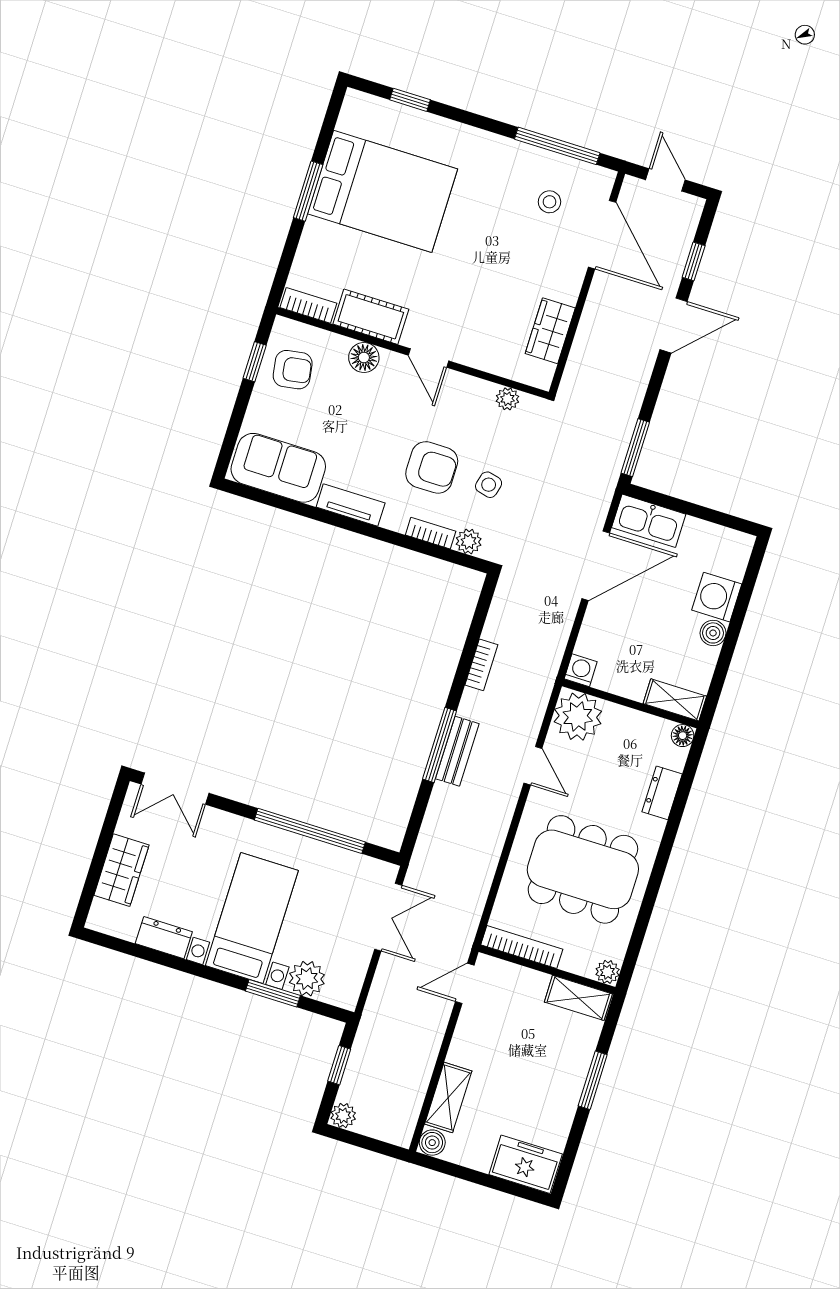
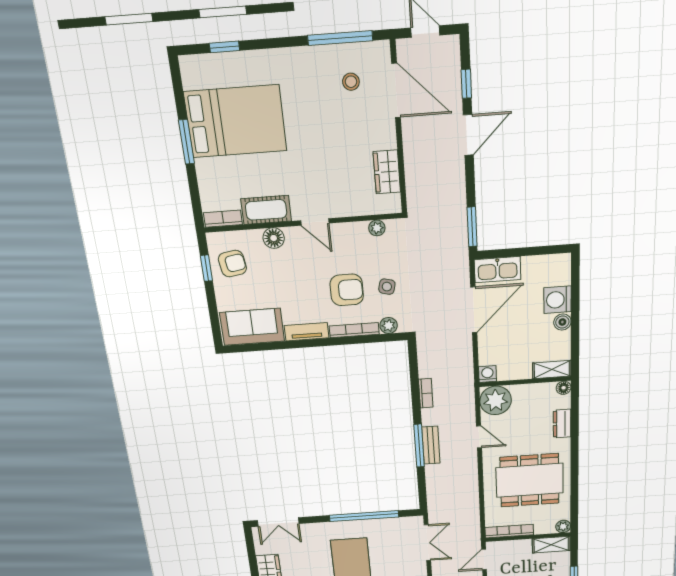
bookcase: (431, 533) -> (354, 330), width x1.56

